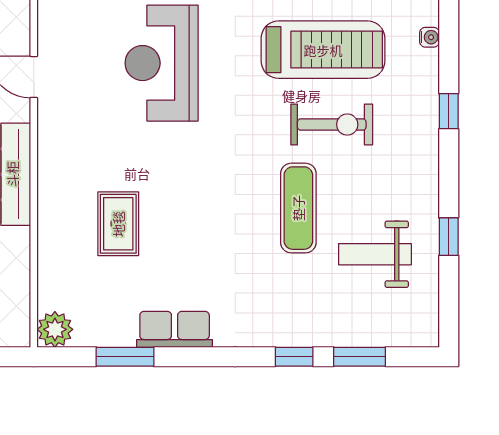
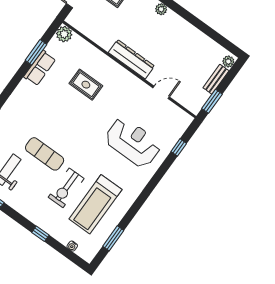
row of seats: (175, 329) -> (40, 68), moved

